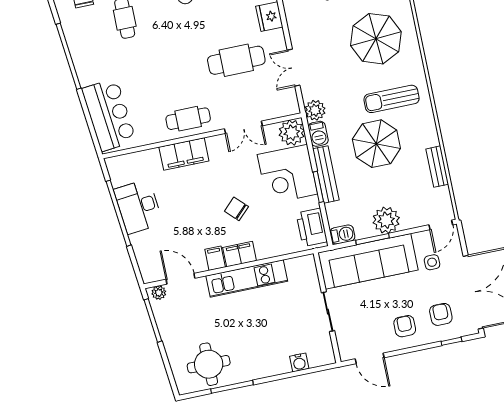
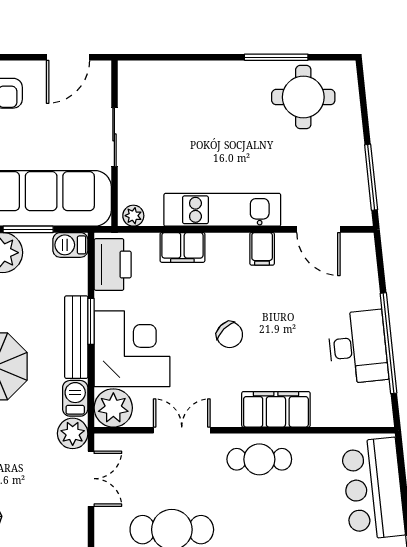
double door: (294, 68) -> (91, 479), moved
chair: (236, 209) -> (230, 335), moved
filing cabinet: (240, 254) -> (182, 247), moved
plant: (159, 293) -> (133, 216), moved
door: (370, 358) -> (68, 57), swing flipped
water cooler: (299, 362) -> (171, 72), removed

